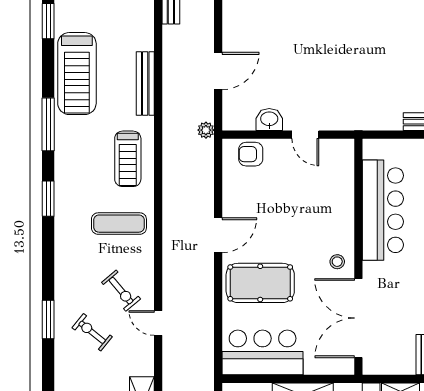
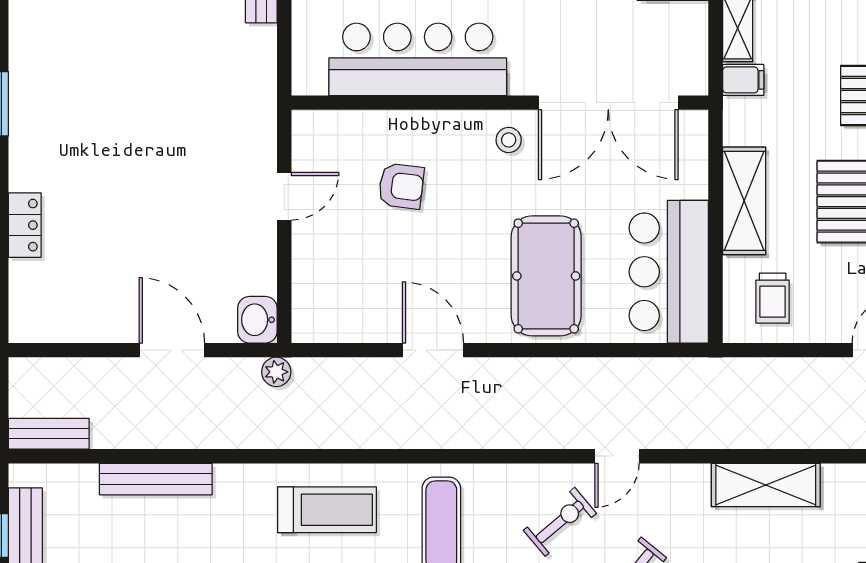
bench: (145, 83) -> (156, 479), moved
washbasin: (269, 119) -> (257, 320), moved
armchair: (251, 154) -> (401, 186), moved, turned -83
door: (218, 235) -> (433, 350), moved

